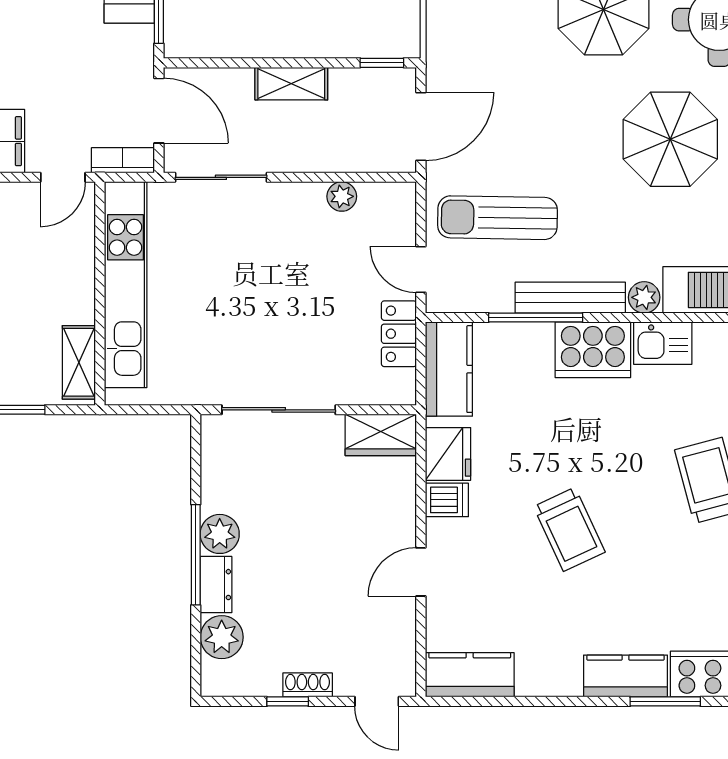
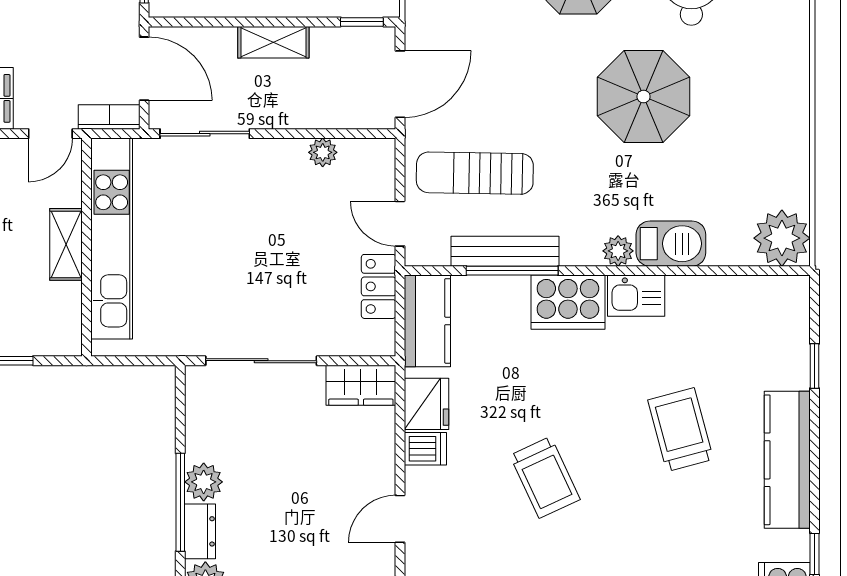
bench: (570, 298) -> (505, 251), moved
shelving: (79, 362) -> (66, 244), moved

